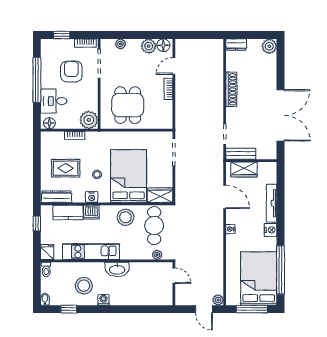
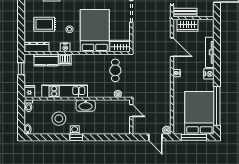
stool: (126, 217) -> (92, 64), removed
cafe table: (154, 226) -> (115, 70), width x0.73, depth x0.74
window: (69, 309) -> (76, 137), moved

